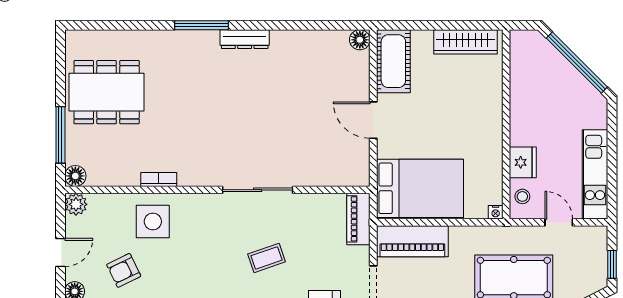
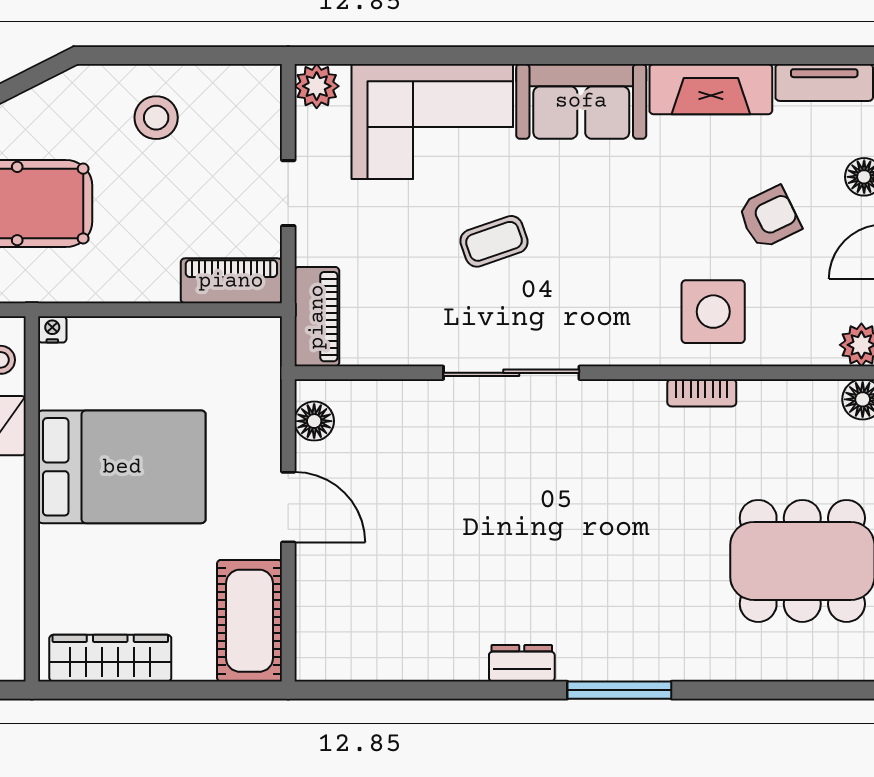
dresser: (245, 39) -> (522, 663), width x0.70
floor lamp: (360, 40) -> (314, 421), moved
bed: (420, 188) -> (122, 467), moved, turned 180
piano: (412, 241) -> (231, 281), width x0.73, depth x0.75

